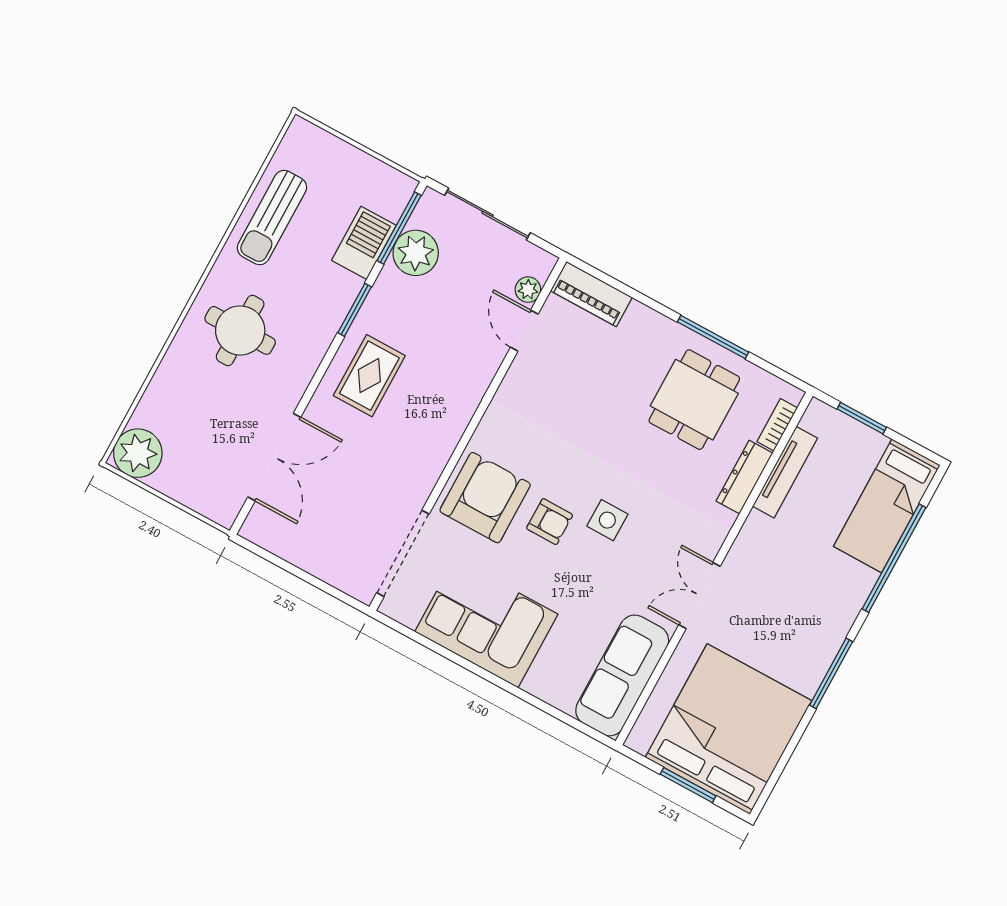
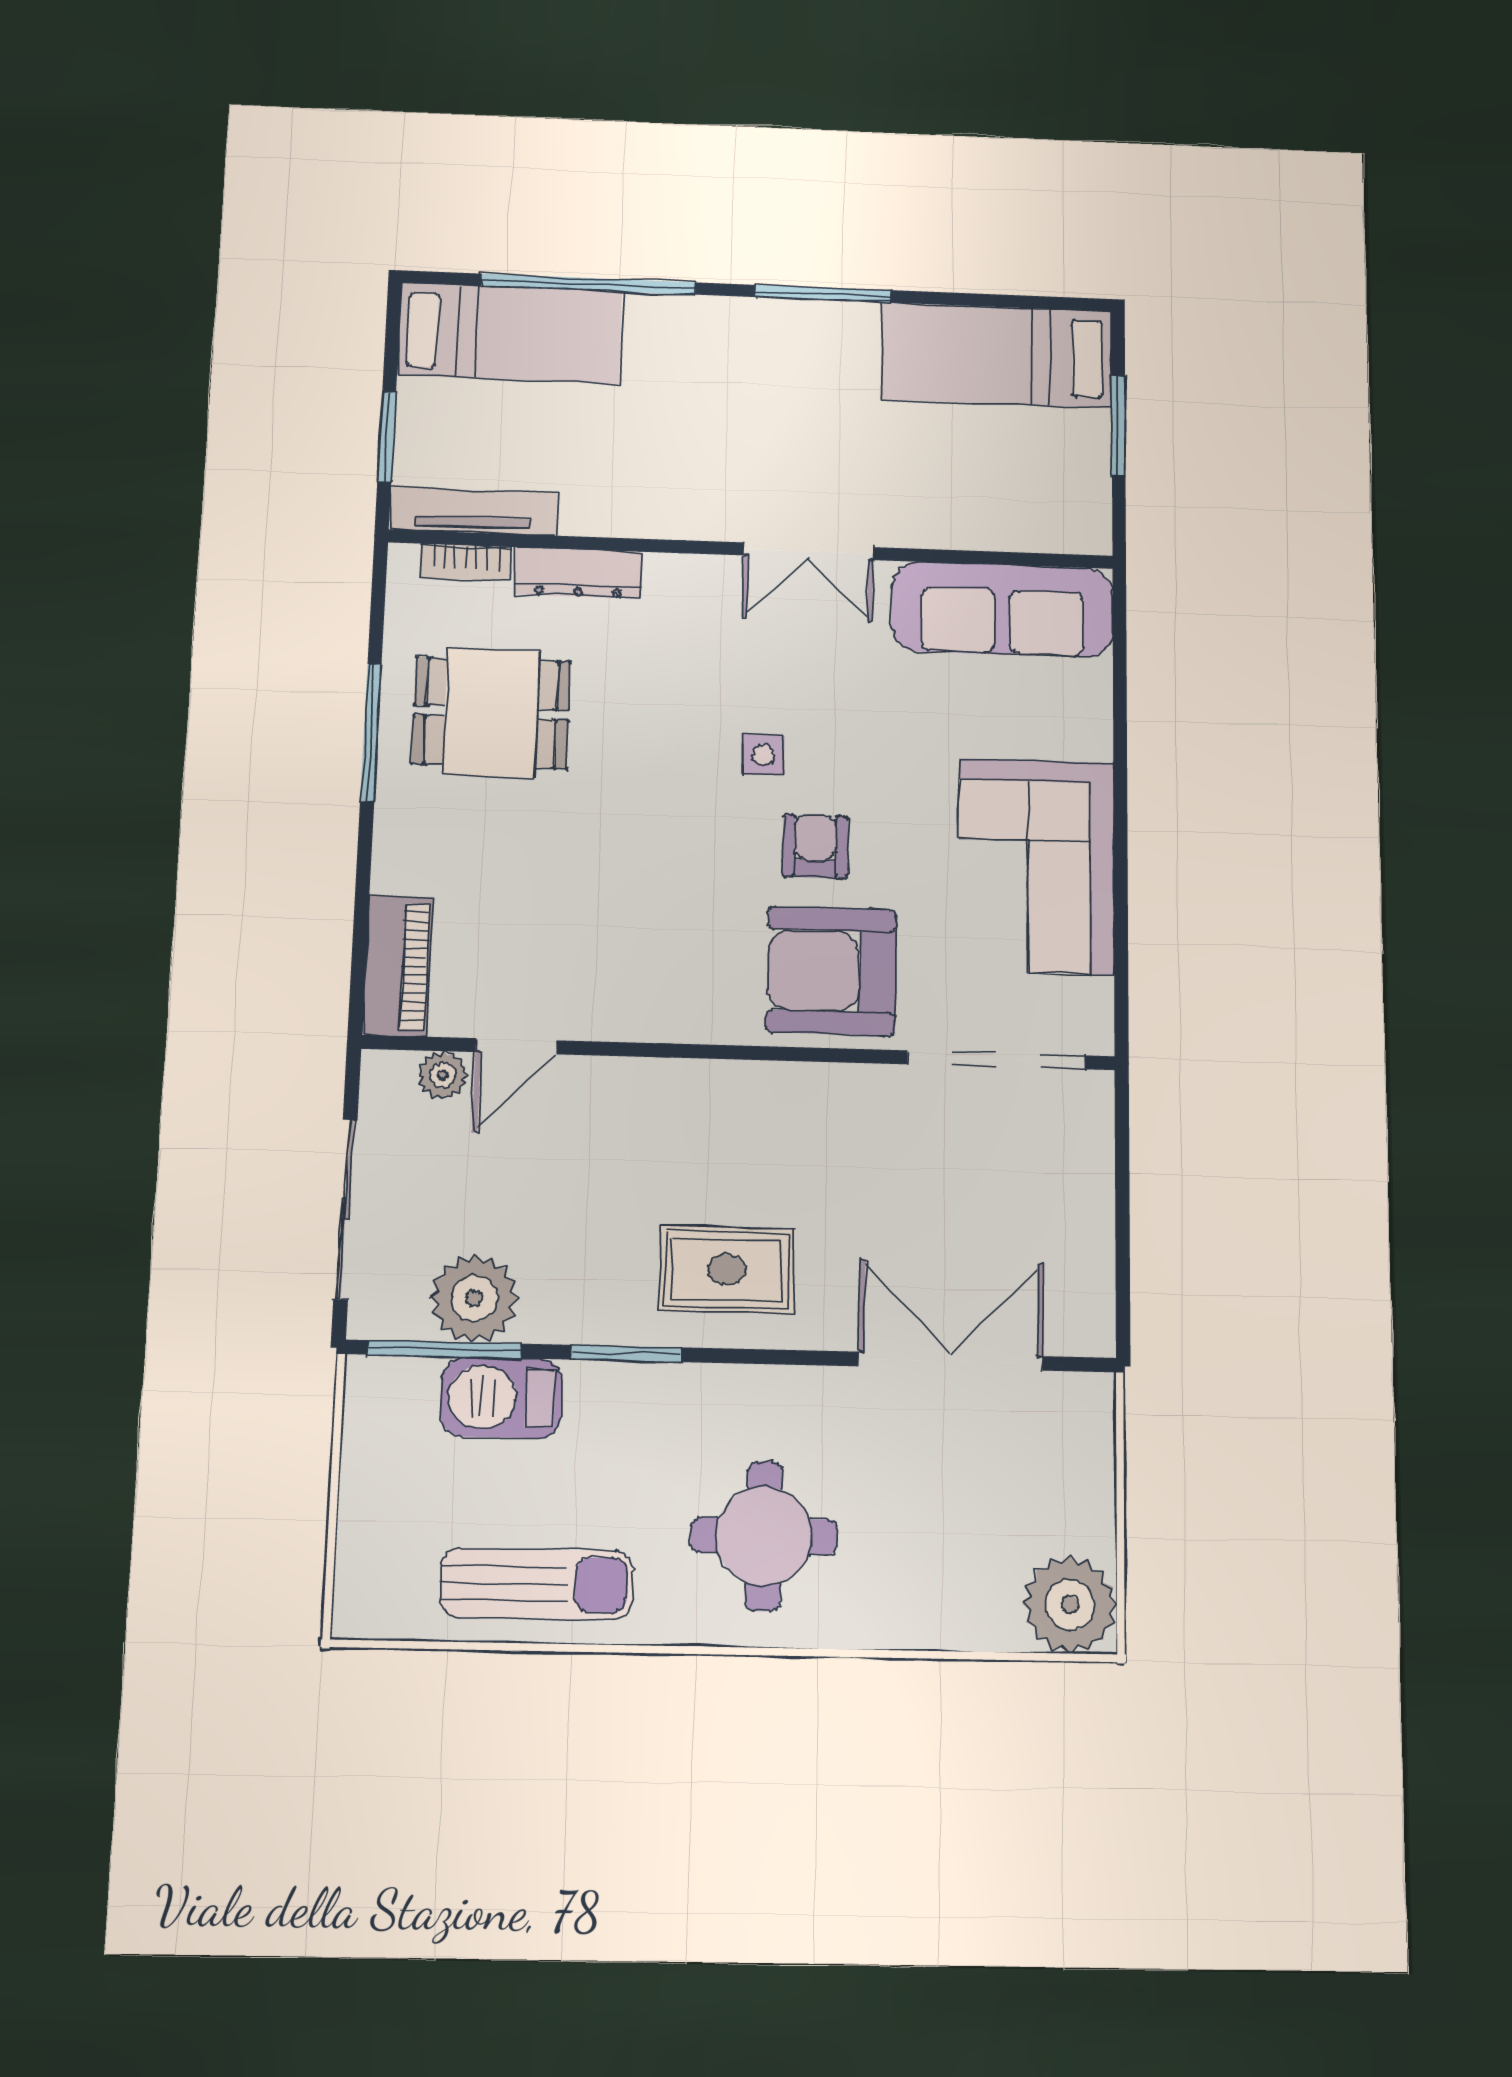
tv unit: (785, 472) -> (473, 511), moved
side table: (607, 520) -> (764, 755), width x0.73, depth x0.73
bed: (729, 729) -> (997, 355), width x0.49

